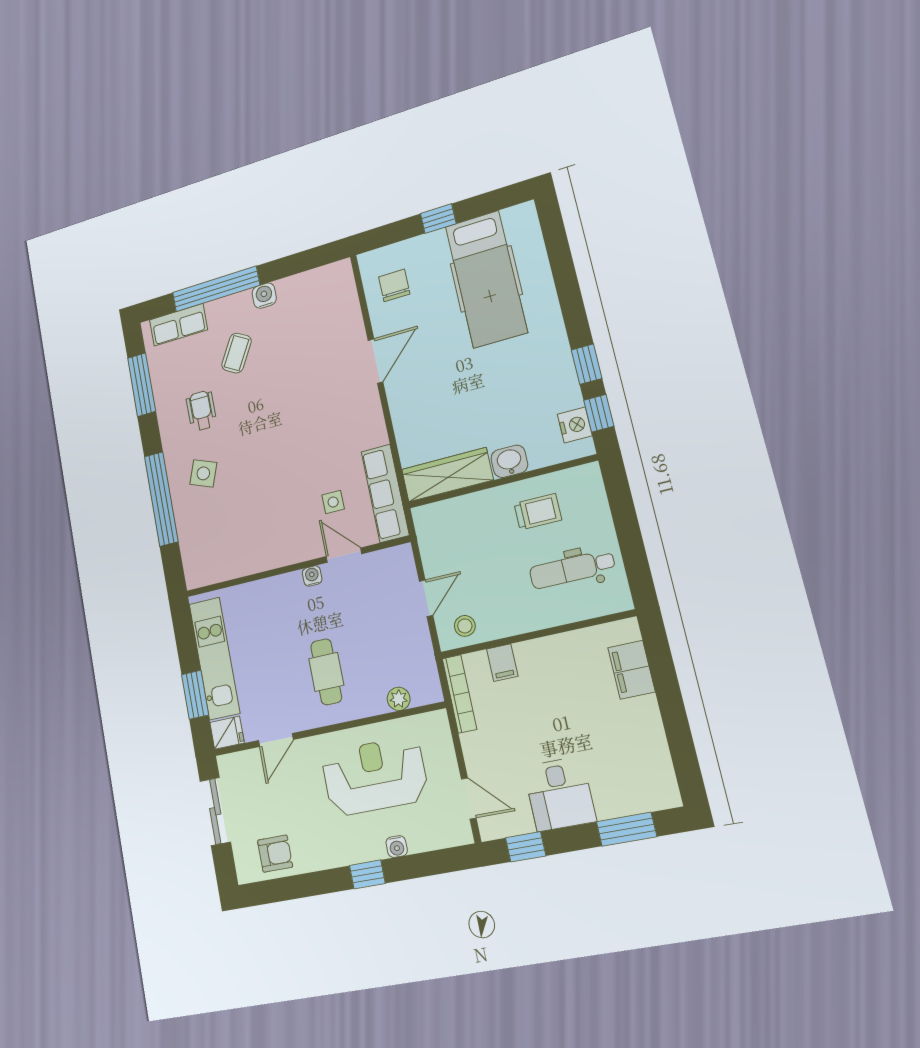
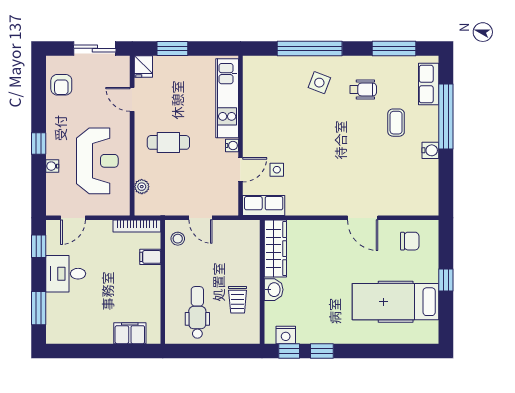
coffee table: (236, 353) -> (396, 123), turned 60
row of seats: (385, 493) -> (264, 206), width x0.68
kitchen unit: (214, 658) -> (227, 98), moved, turned 90

